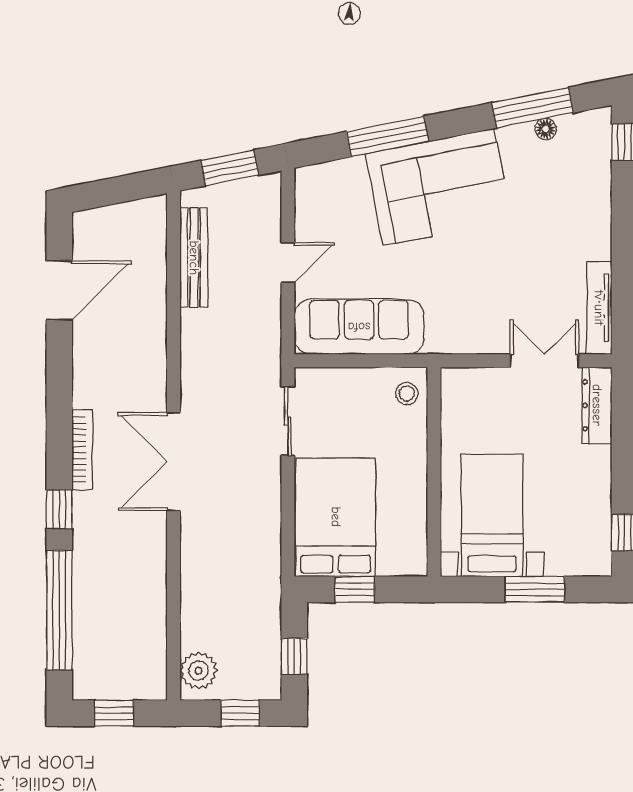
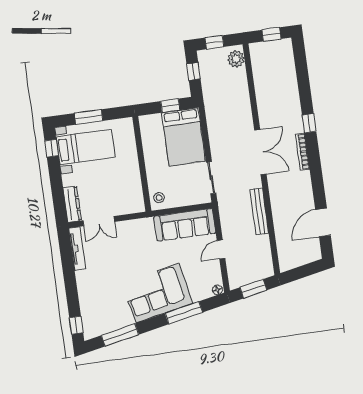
floor lamp: (546, 129) -> (217, 290), moved
bench: (194, 258) -> (259, 212), moved
bed with nightstands: (492, 515) -> (86, 147), moved, turned -90
window: (59, 610) -> (303, 78), removed

